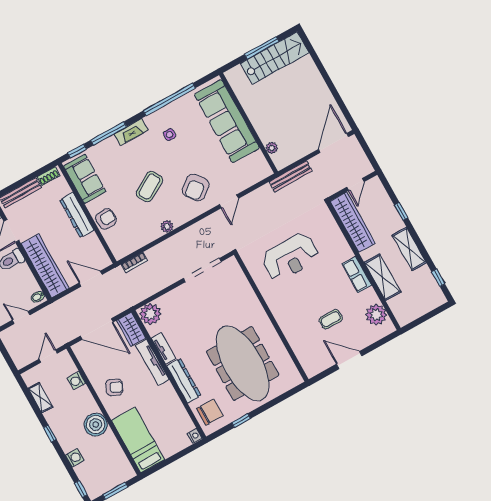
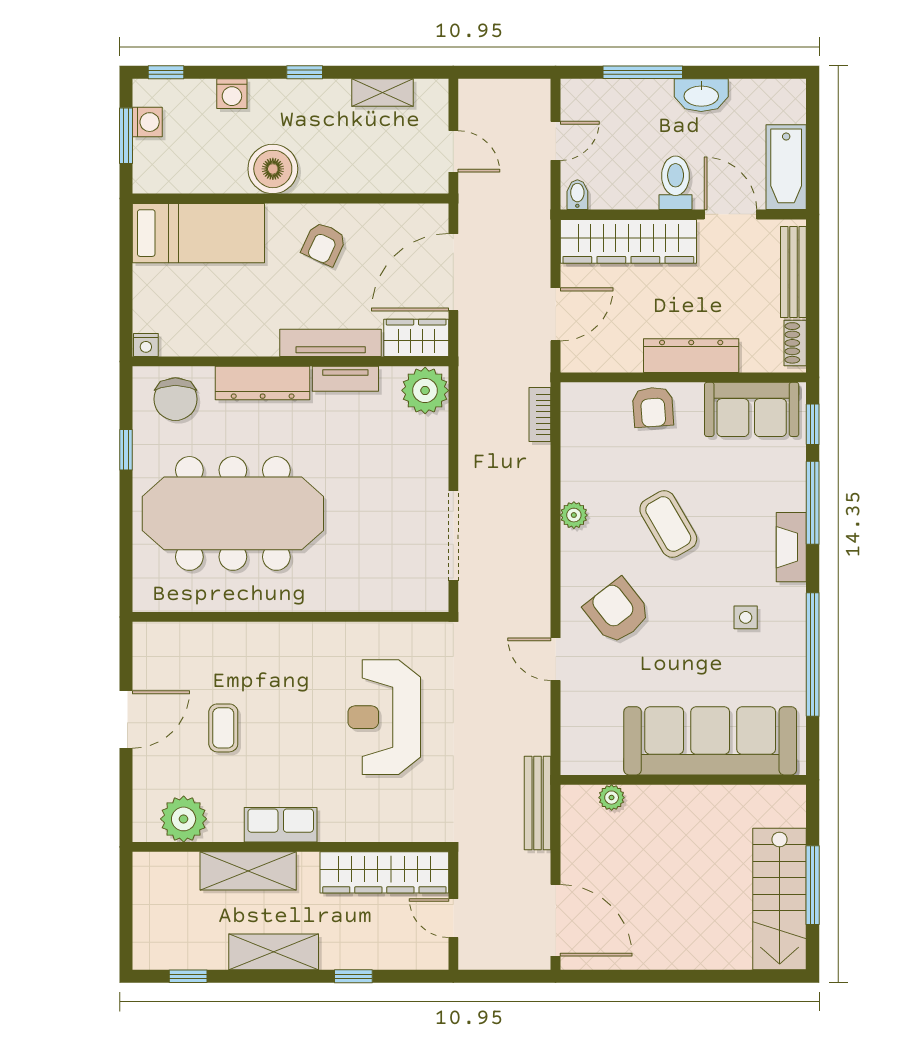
washing machine: (76, 381) -> (147, 122), moved, turned 90

